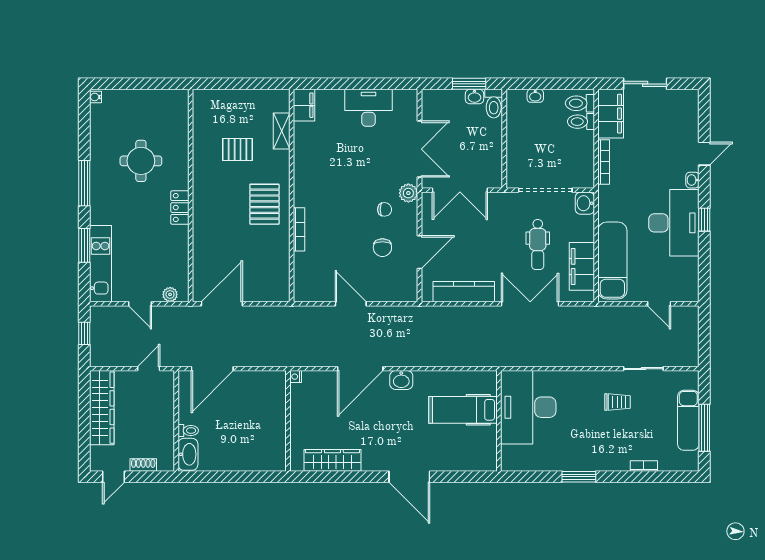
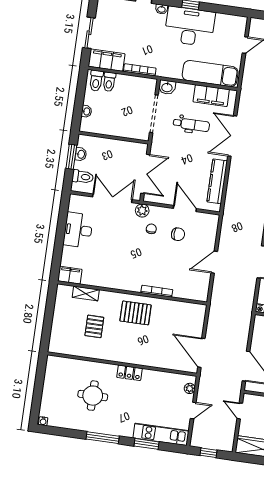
toilet: (494, 104) -> (83, 177), moved

